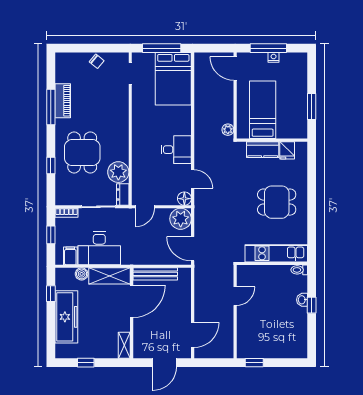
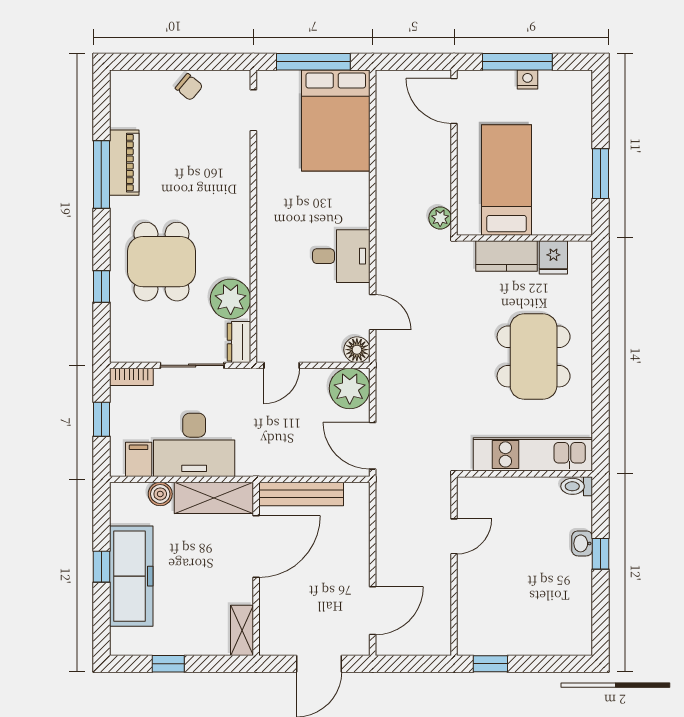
dining table: (277, 202) -> (534, 356), width x1.38
window: (51, 294) -> (101, 567), moved

